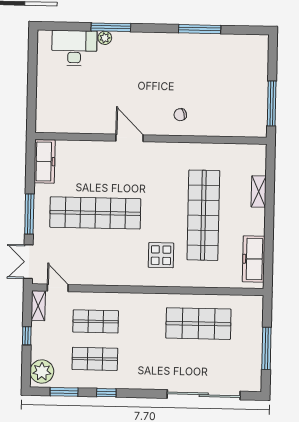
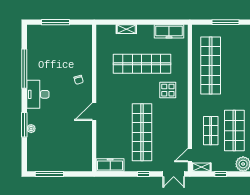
window: (200, 29) -> (24, 69), width x1.46
desk: (74, 48) -> (38, 94), moved
window: (32, 65) -> (49, 174), added
window: (272, 103) -> (55, 22), moved
window: (29, 214) -> (144, 174), width x0.46
shop shelf: (198, 324) -> (211, 65), width x1.40
shop shelf: (95, 359) -> (234, 131), width x1.43, depth x1.36

